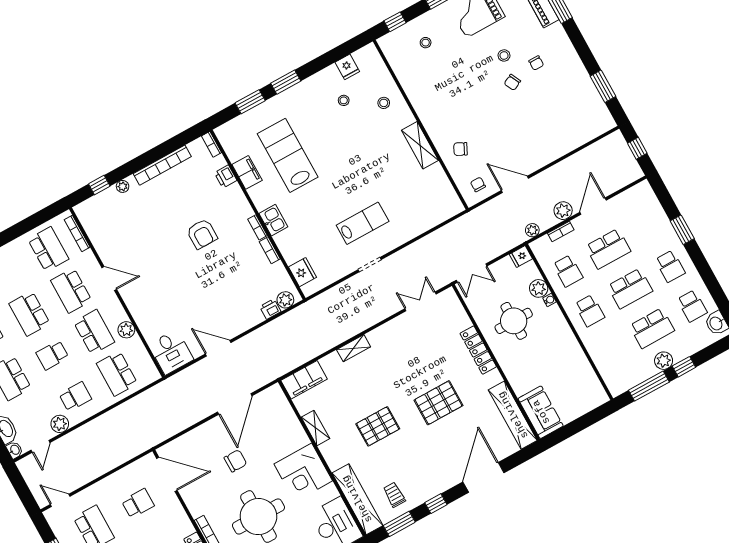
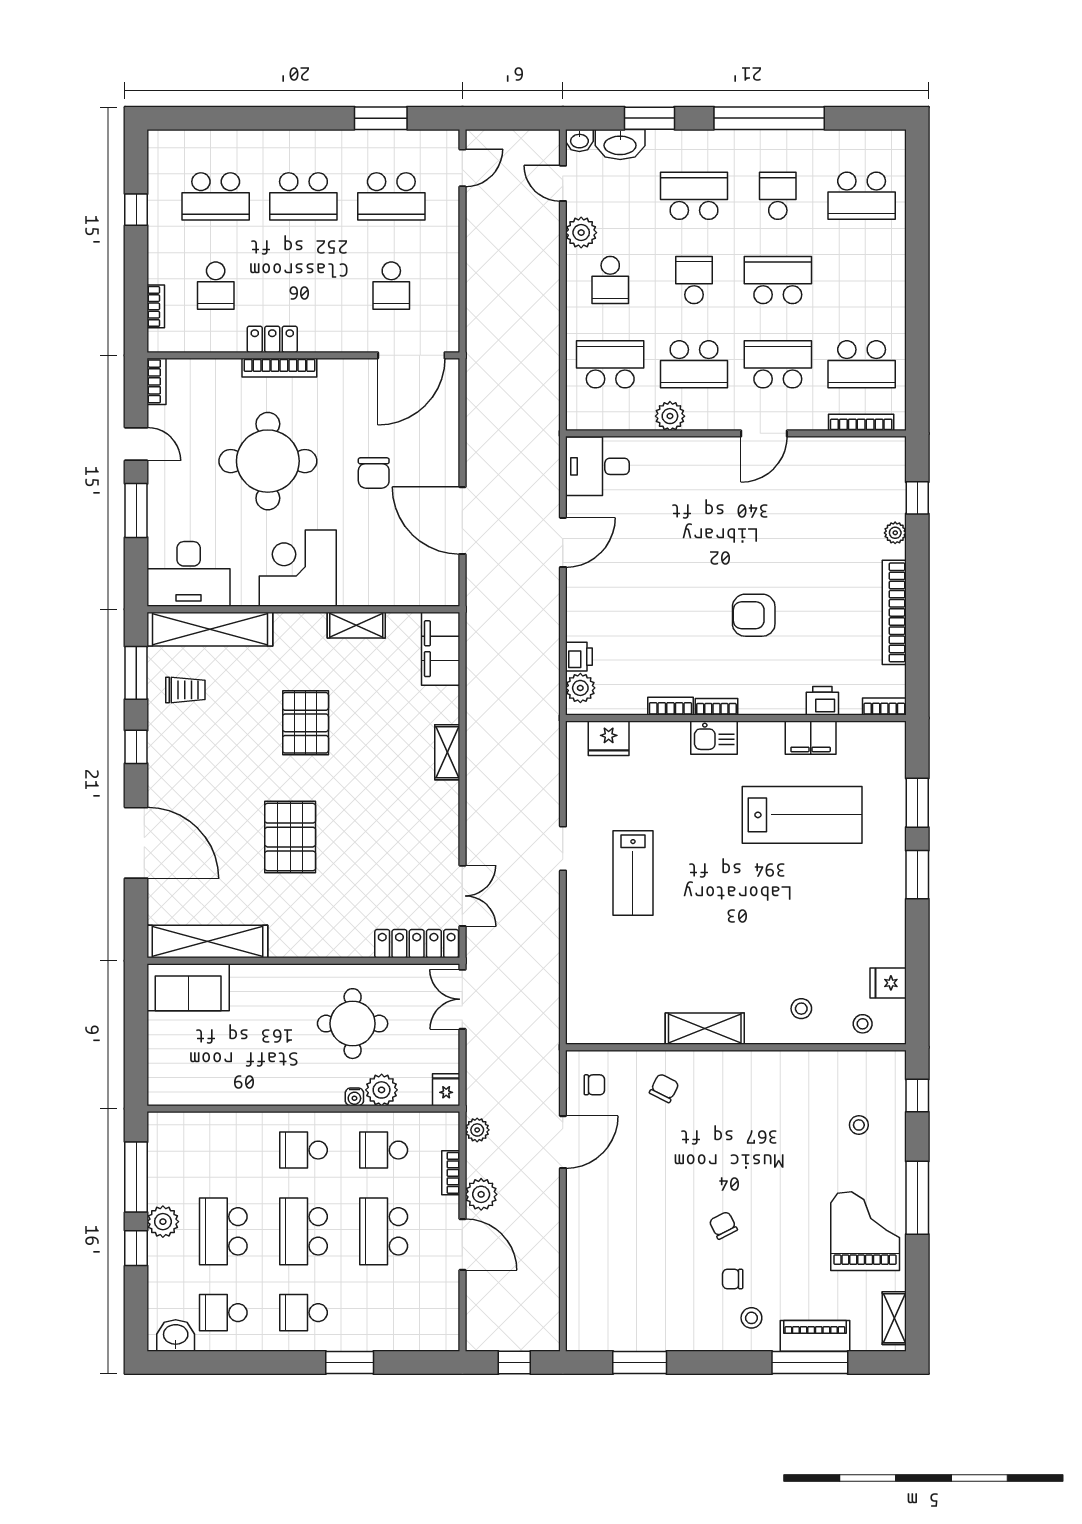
stool: (504, 55) -> (751, 1318), moved
stool: (344, 100) -> (863, 1024), moved
locker: (478, 350) -> (417, 944), moved

